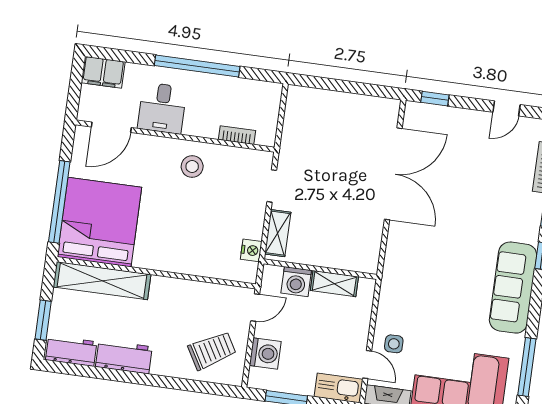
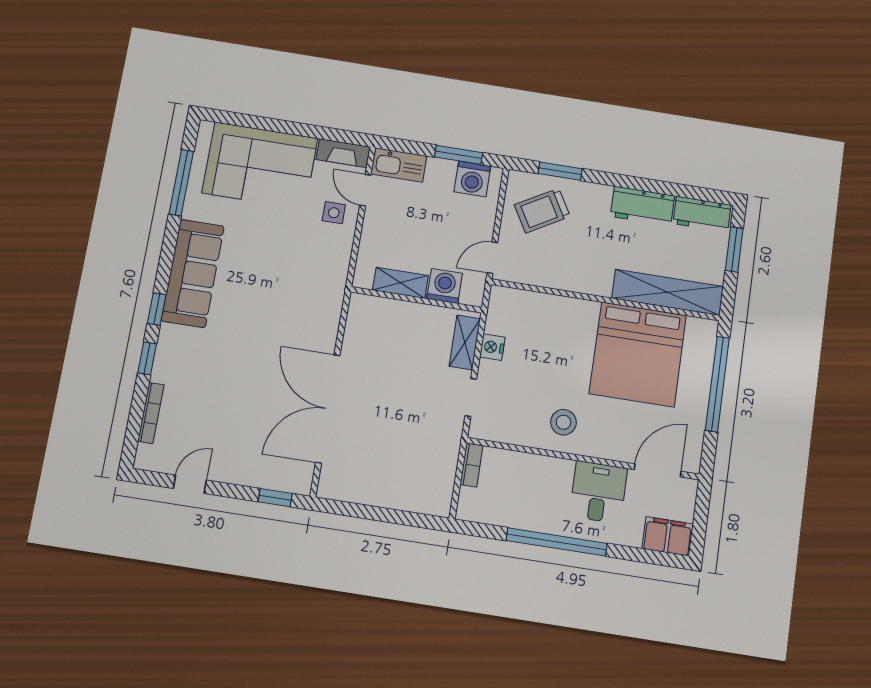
bookcase: (237, 135) -> (471, 465), moved, turned -90
bed: (99, 222) -> (638, 354), moved
nightstand: (251, 250) -> (492, 347), moved
washing machine: (265, 353) -> (472, 179), moved, turned -90
window: (197, 386) -> (560, 171), added

